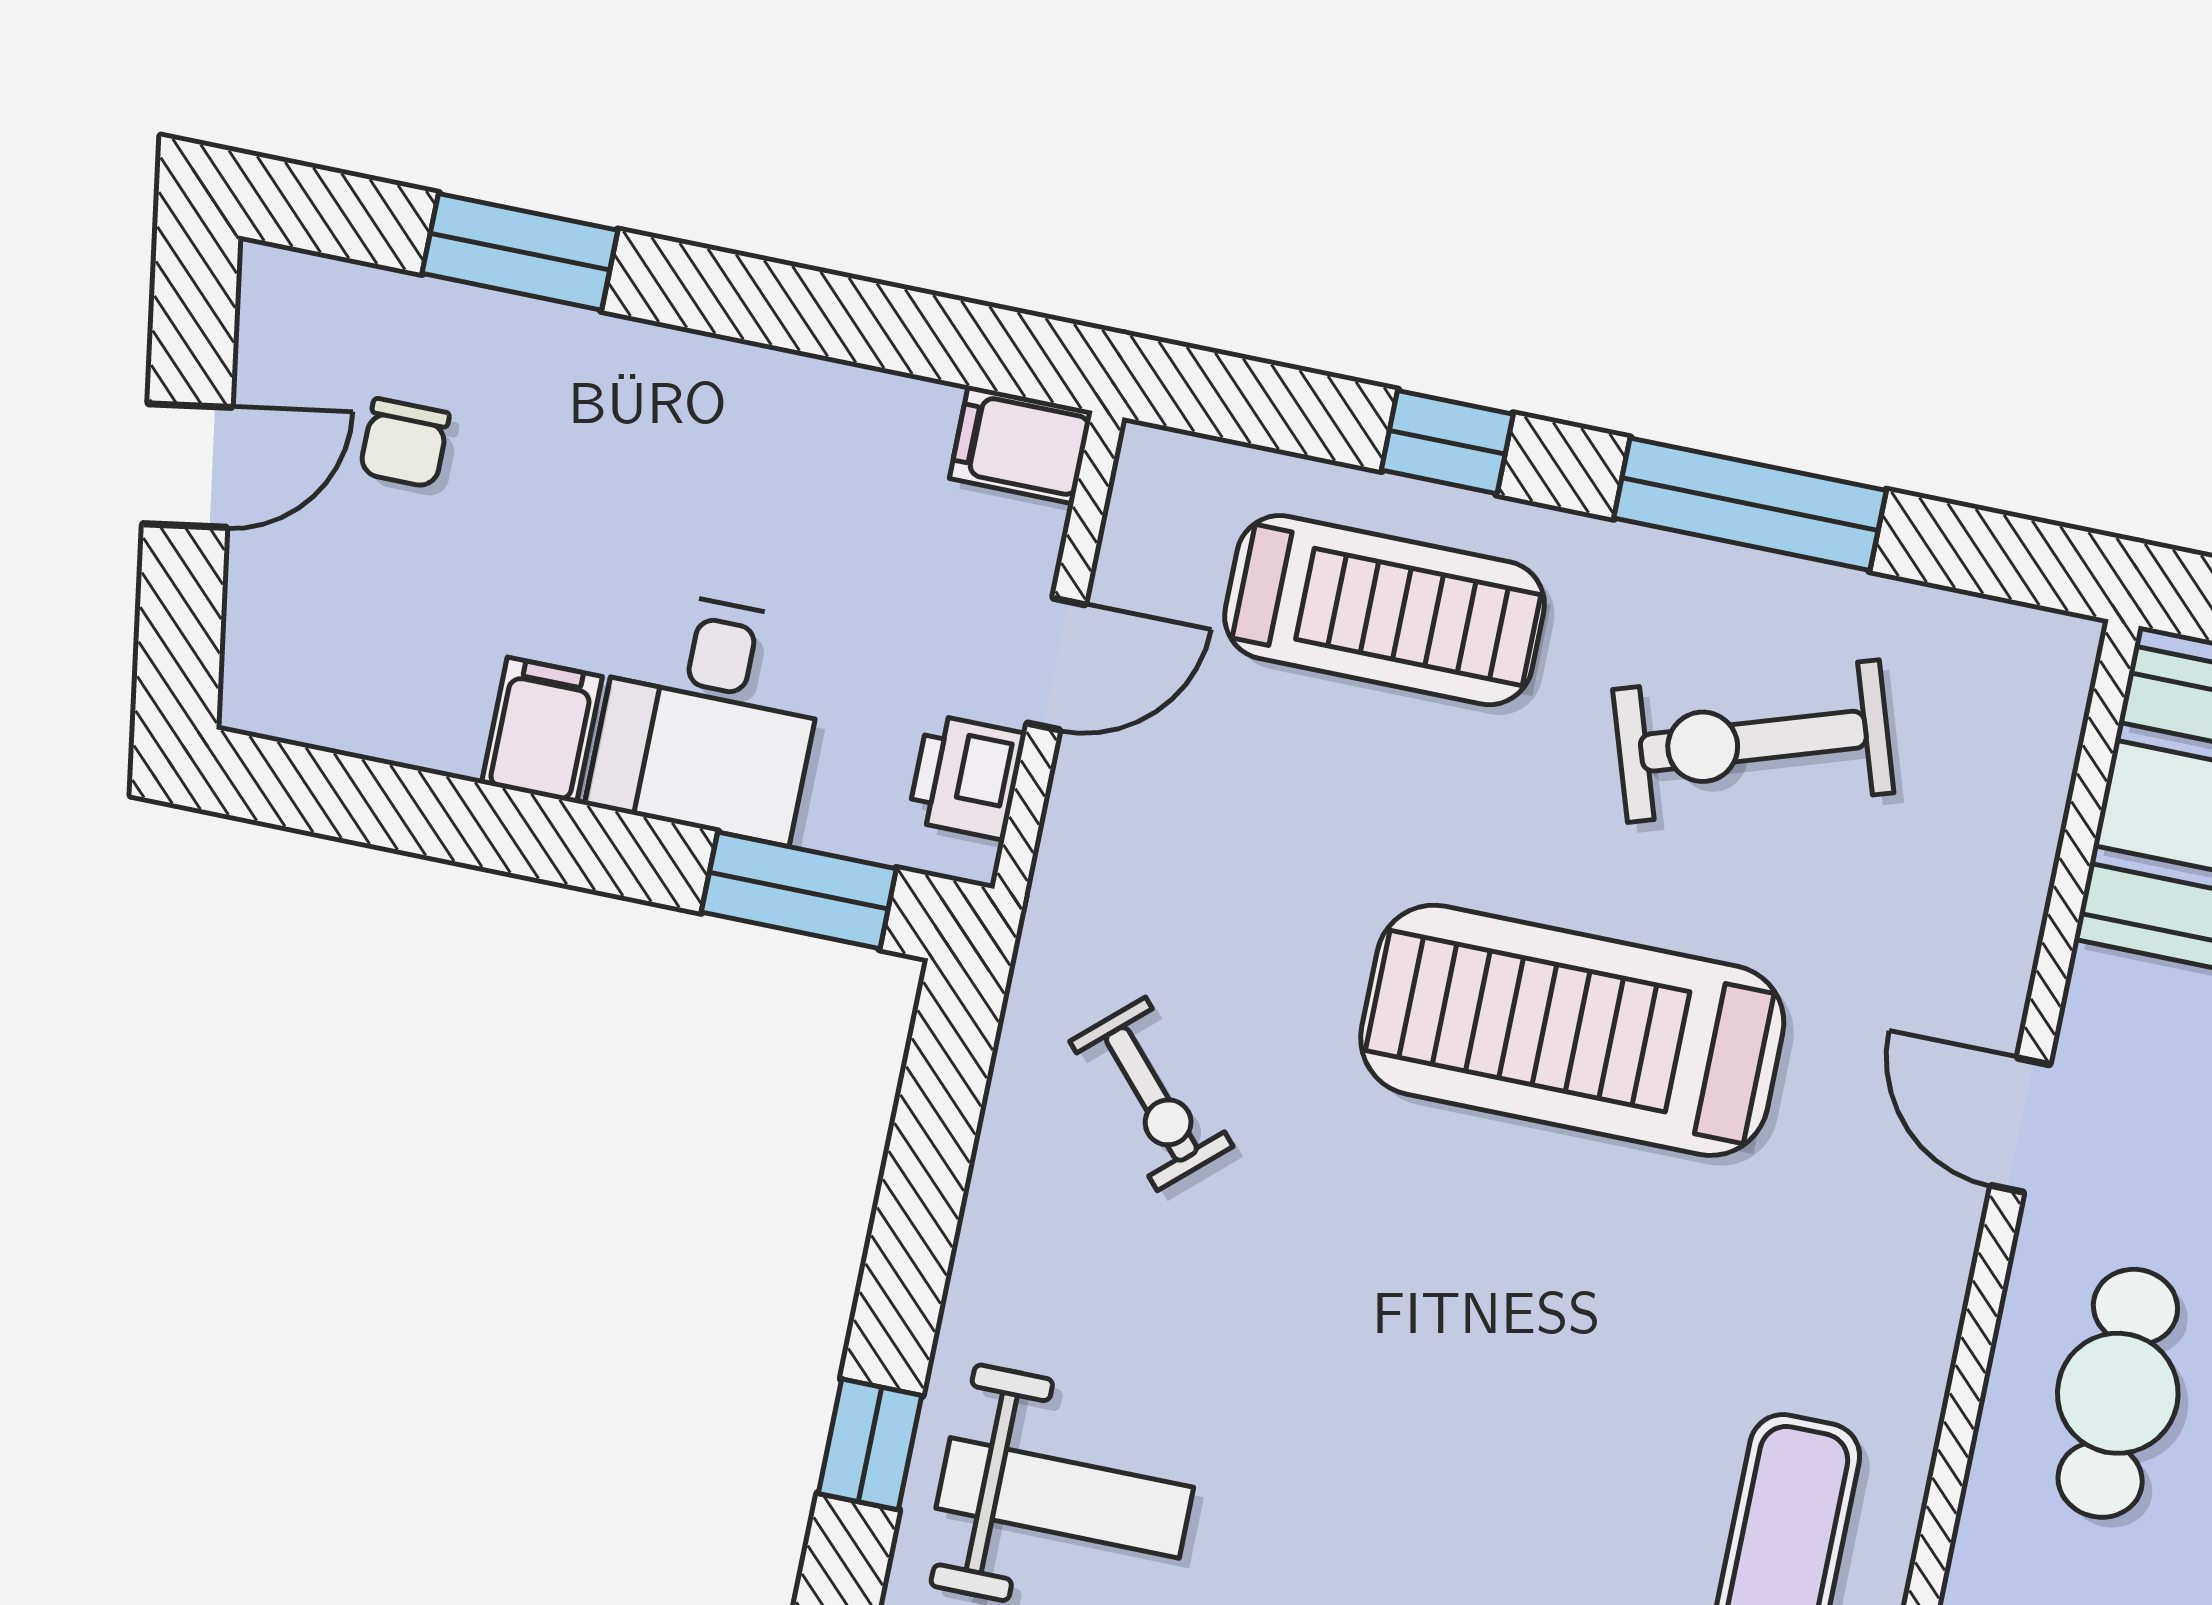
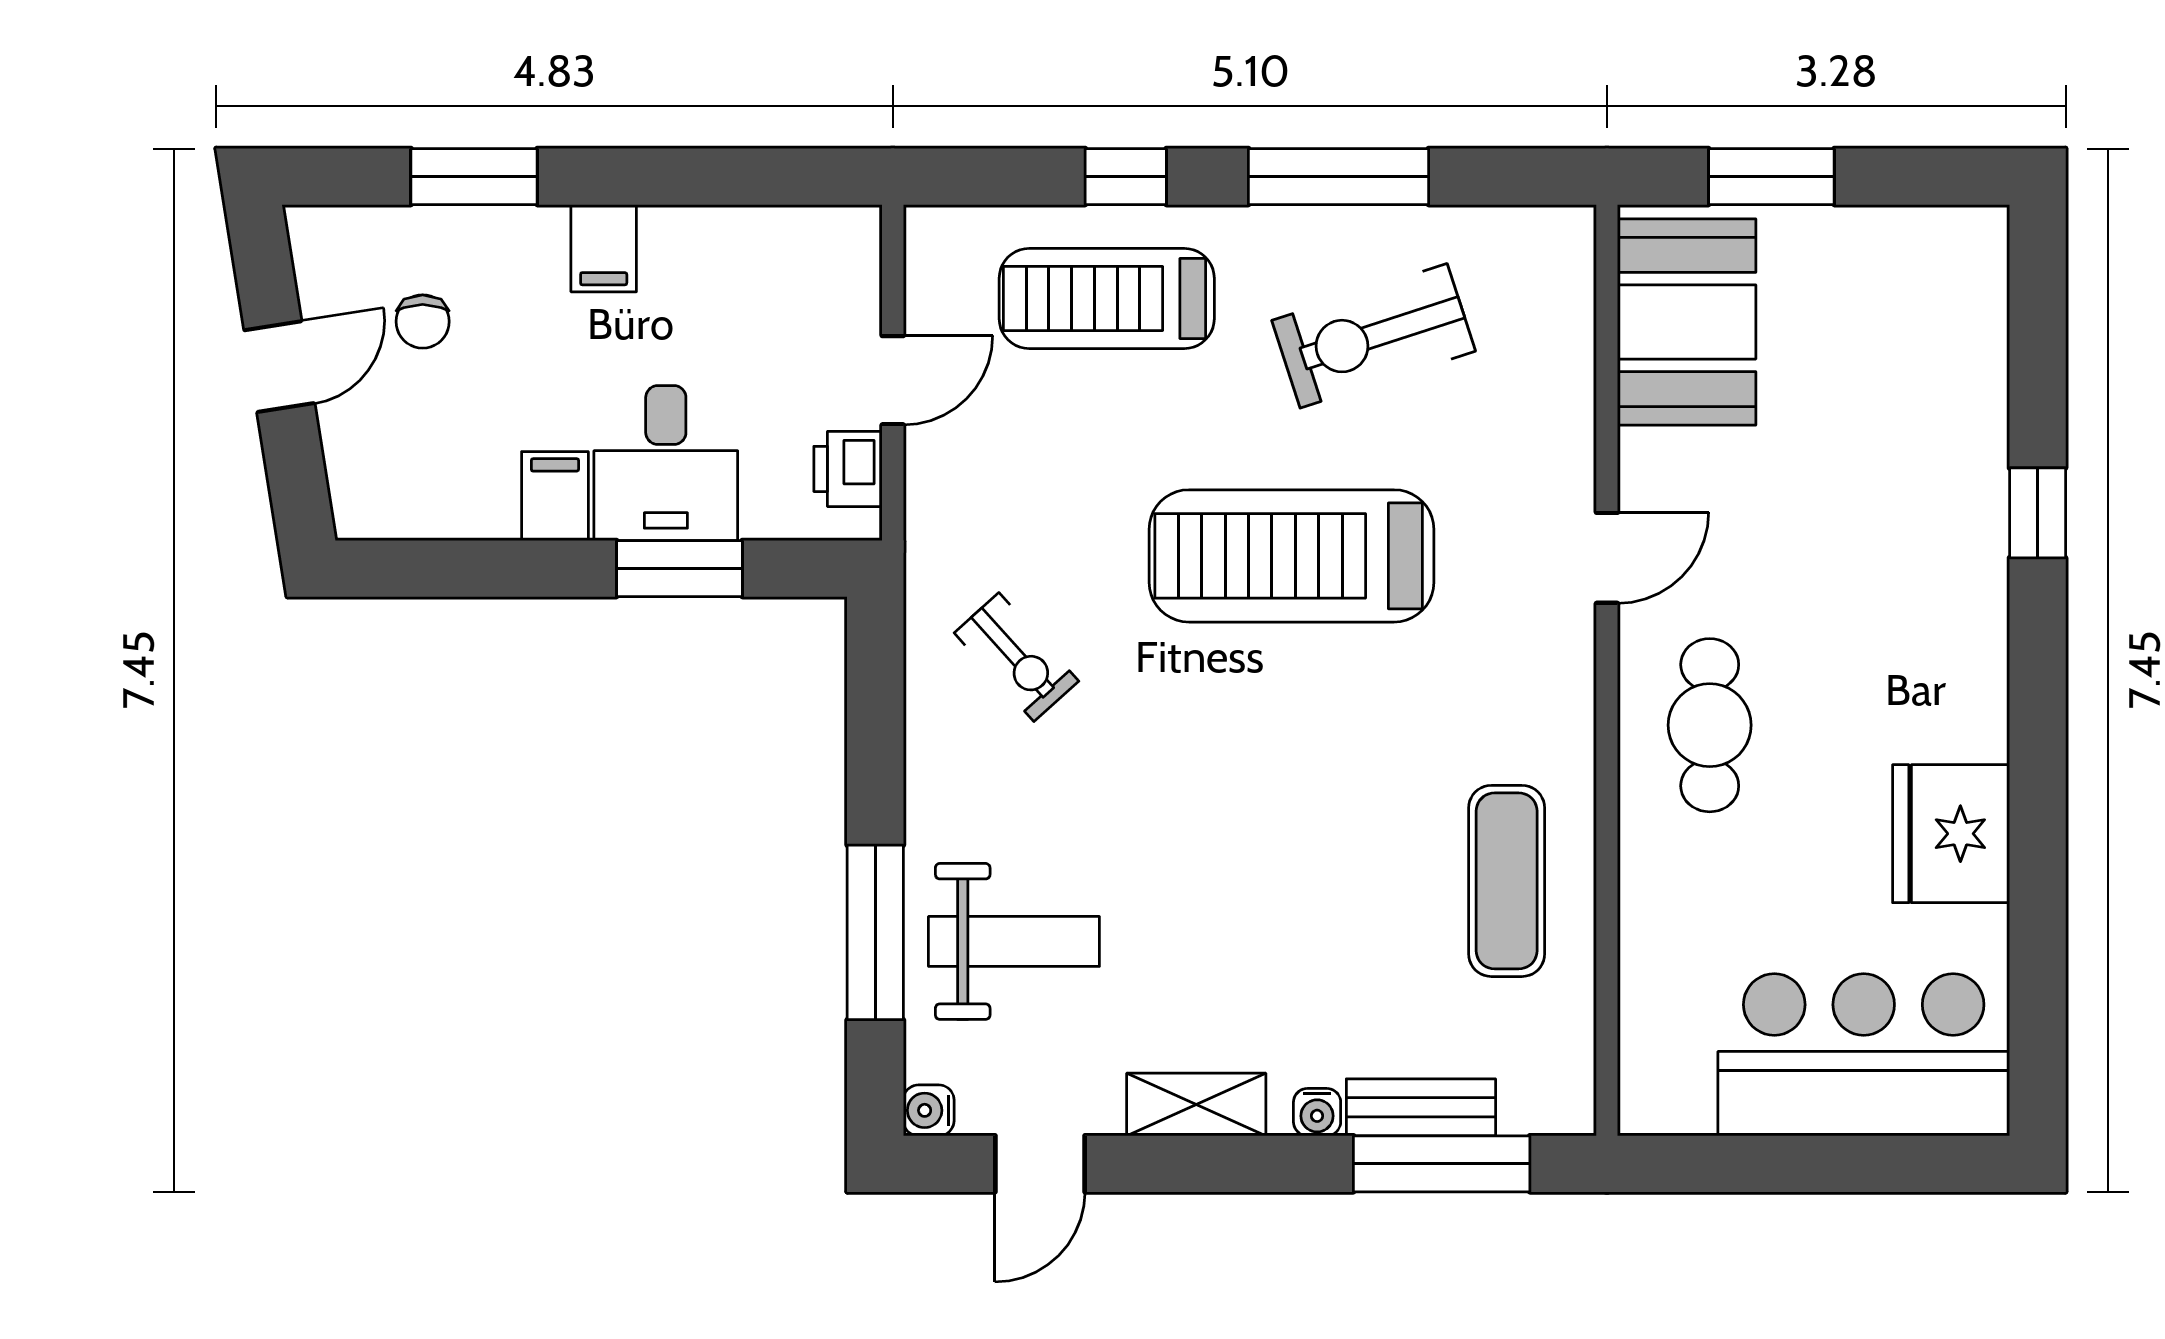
filing cabinet: (1021, 445) -> (604, 248), moved, turned -90
treadmill: (1385, 610) -> (1107, 298), turned 180
window: (799, 890) -> (679, 569), moved
door: (2020, 1125) -> (1607, 558), swing flipped
window: (870, 1444) -> (875, 932), width x2.17

